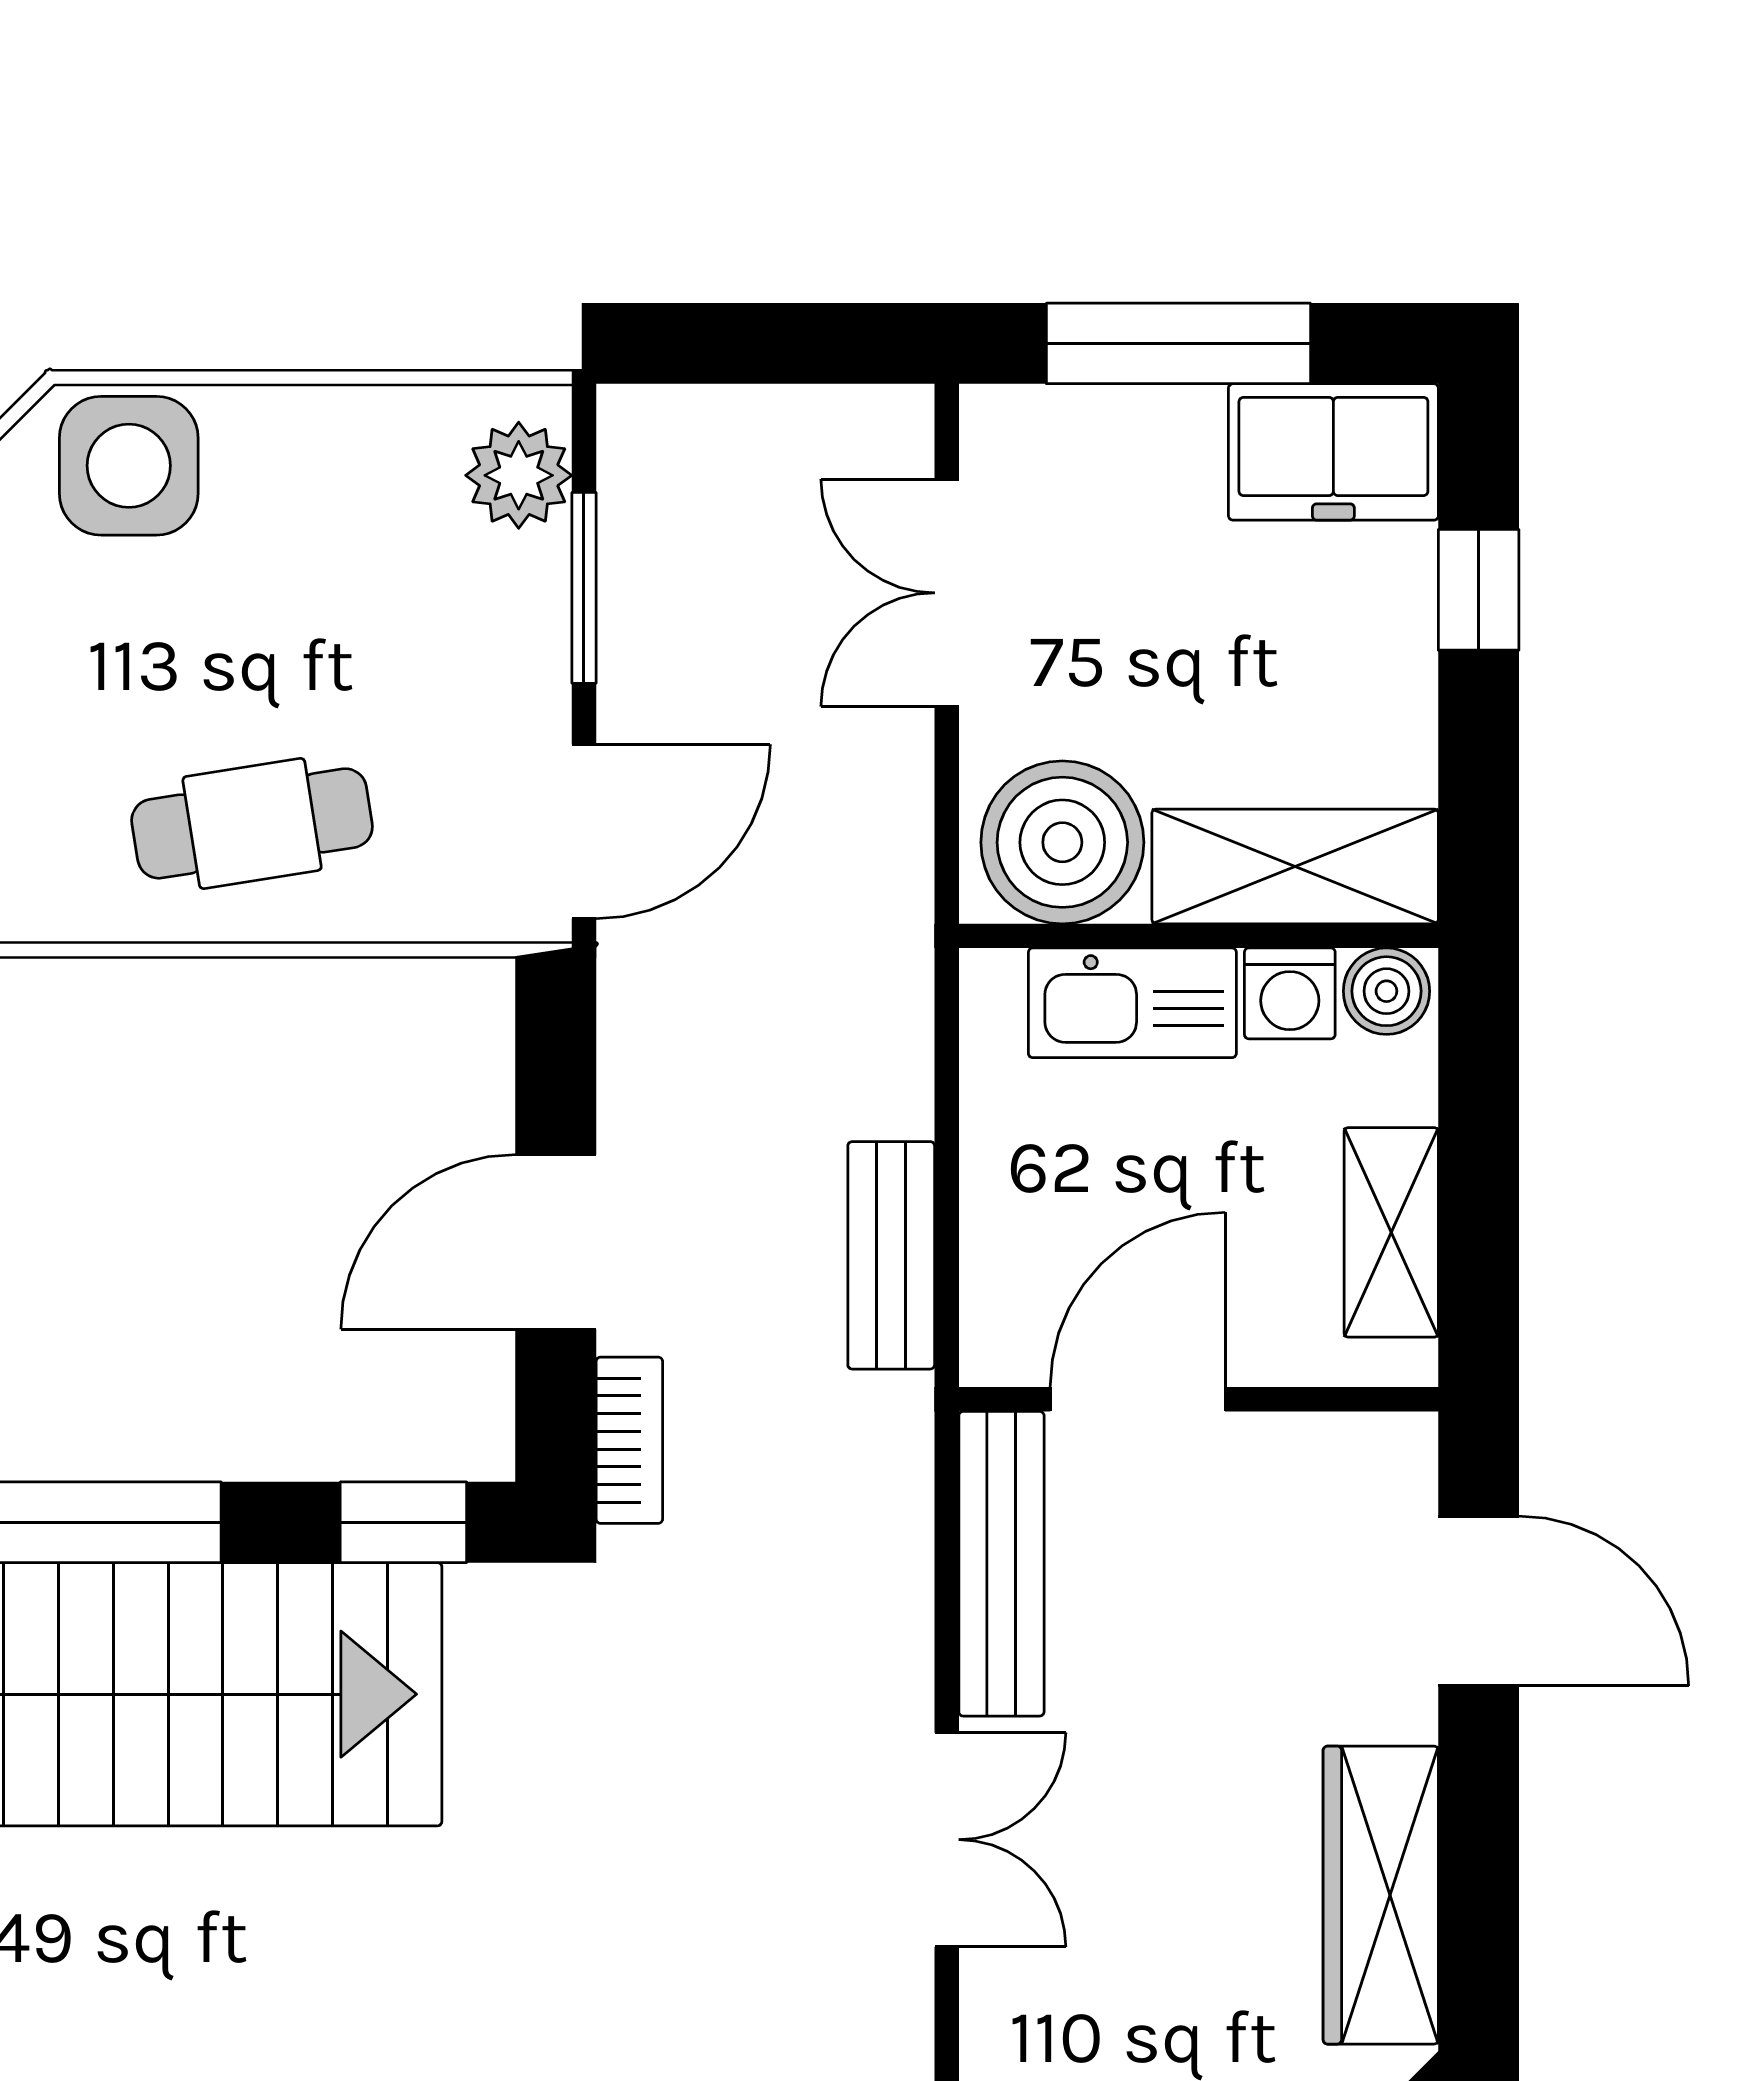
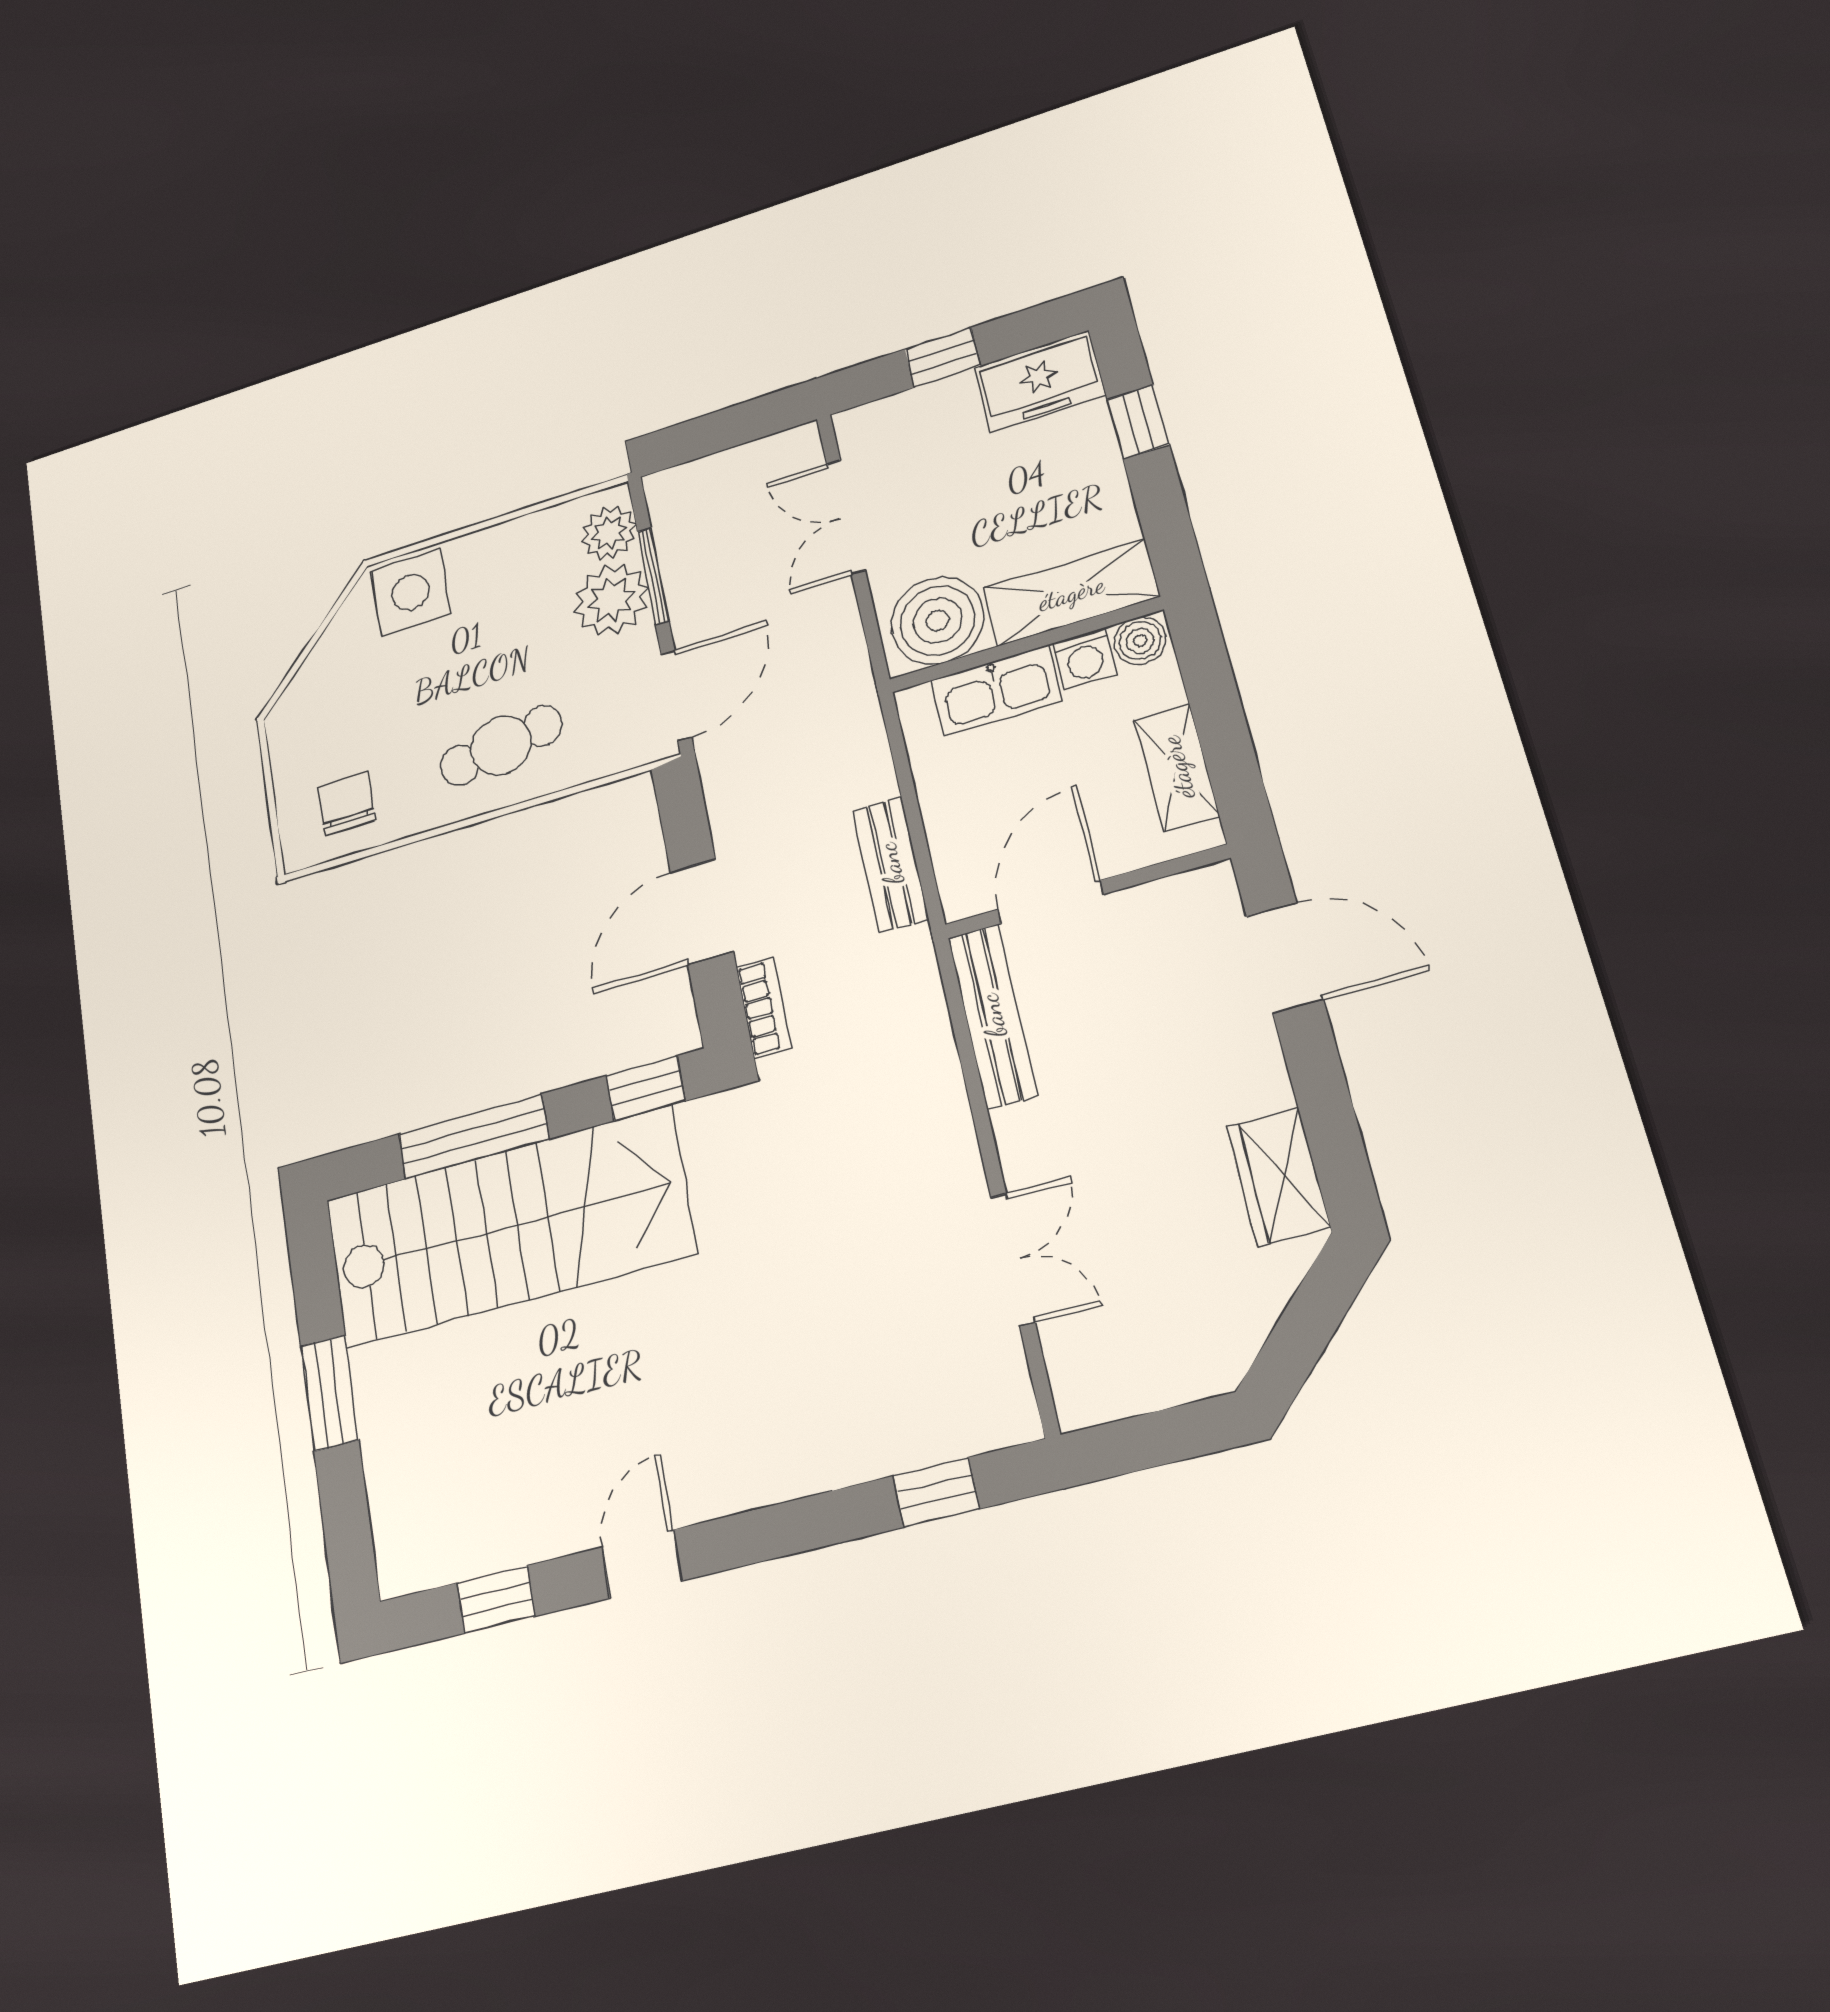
window: (1178, 343) -> (942, 357), width x0.46
plant: (500, 608) -> (611, 600), added
double door: (947, 1840) -> (1013, 1260), moved
wardrobe: (1381, 1895) -> (1278, 1177), width x0.67

